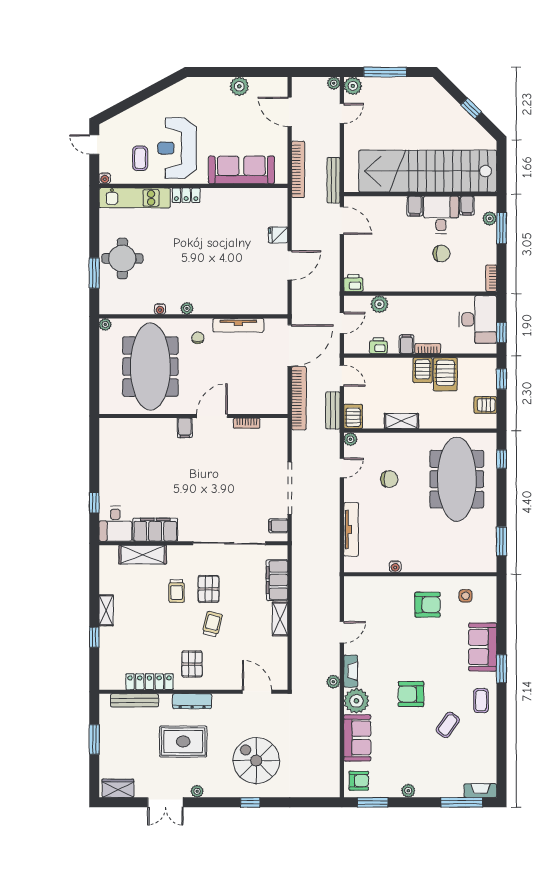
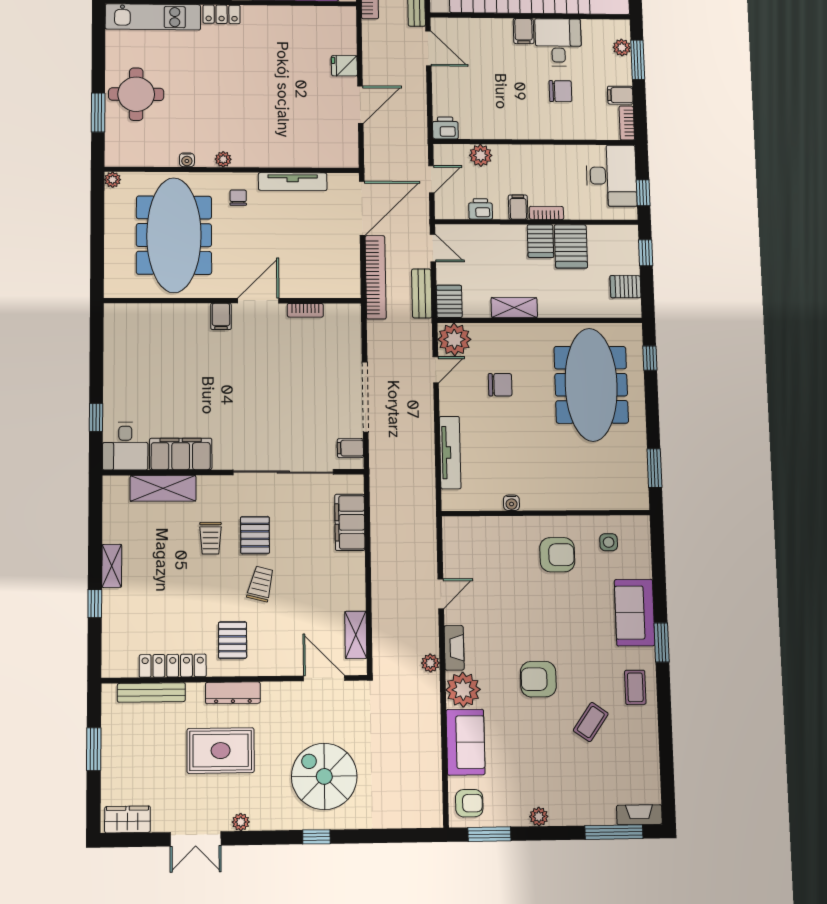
filing cabinet: (467, 206) -> (620, 95), moved, turned 90
plant: (350, 439) -> (454, 339), width x1.88, depth x1.88
shelving: (280, 619) -> (356, 635), moved

